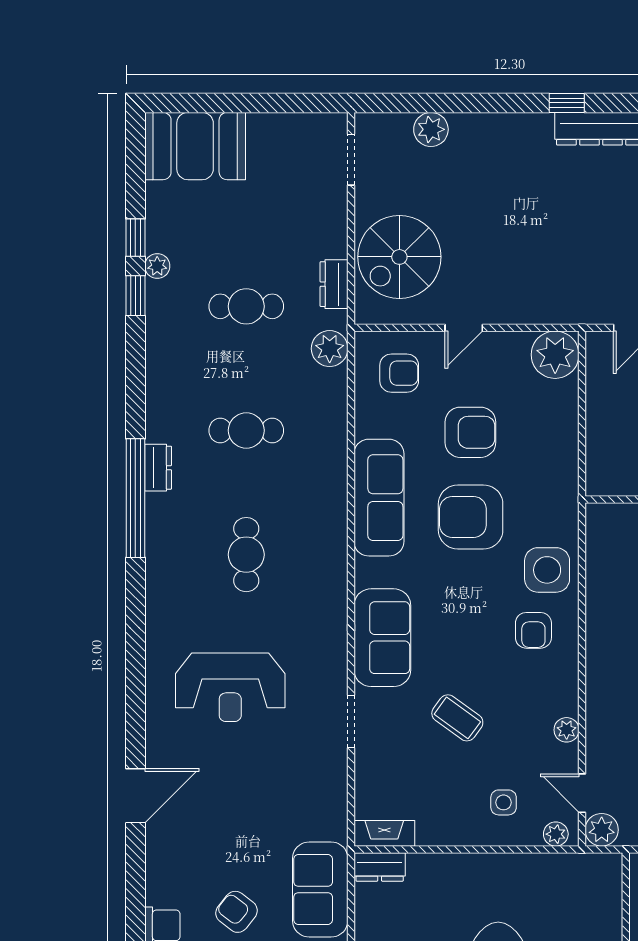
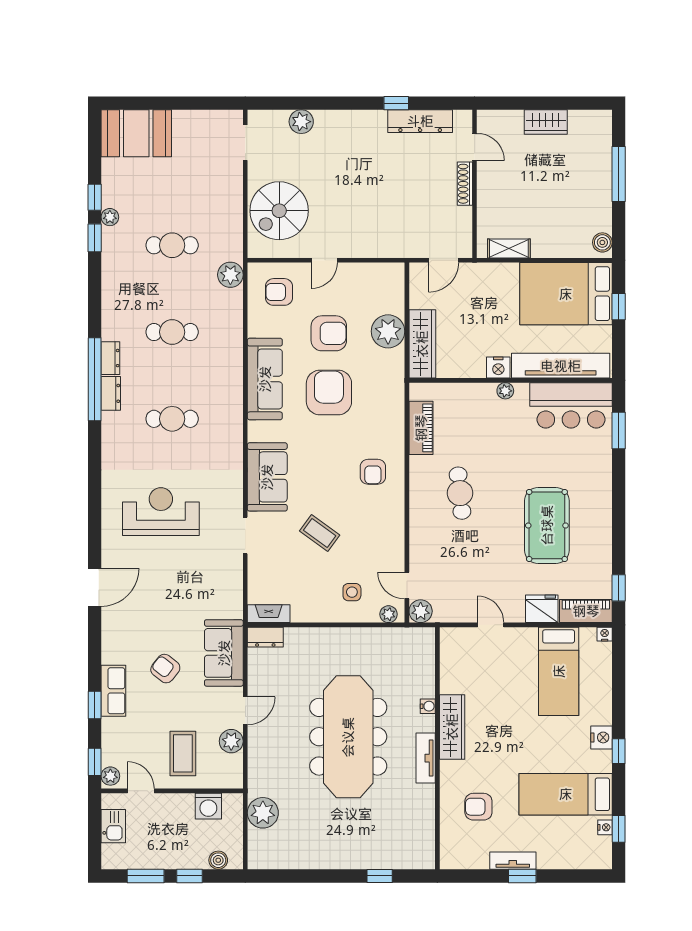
dresser: (334, 284) -> (111, 393), moved, turned 180
plant: (555, 355) -> (388, 331), moved
armchair: (399, 373) -> (279, 292), turned 180
wardrobe: (604, 447) -> (422, 344), added
armchair: (471, 517) -> (329, 393), turned 90
cafe table: (246, 555) -> (172, 419), turned 90
piano: (602, 568) -> (421, 428), added
side table: (547, 570) -> (382, 430), removed
reception desk: (230, 687) -> (161, 512), turned 180
plant: (567, 730) -> (396, 541), removed

